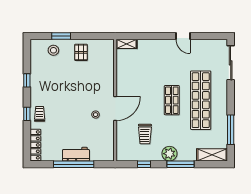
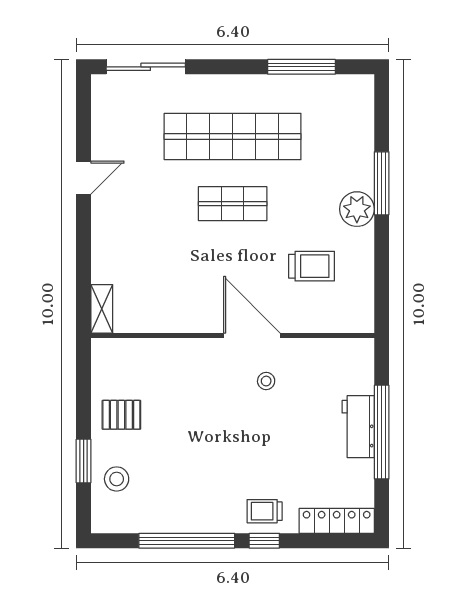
window: (27, 80) -> (187, 541), width x3.17
shelving: (212, 155) -> (360, 110), removed
window: (144, 164) -> (382, 268), removed

